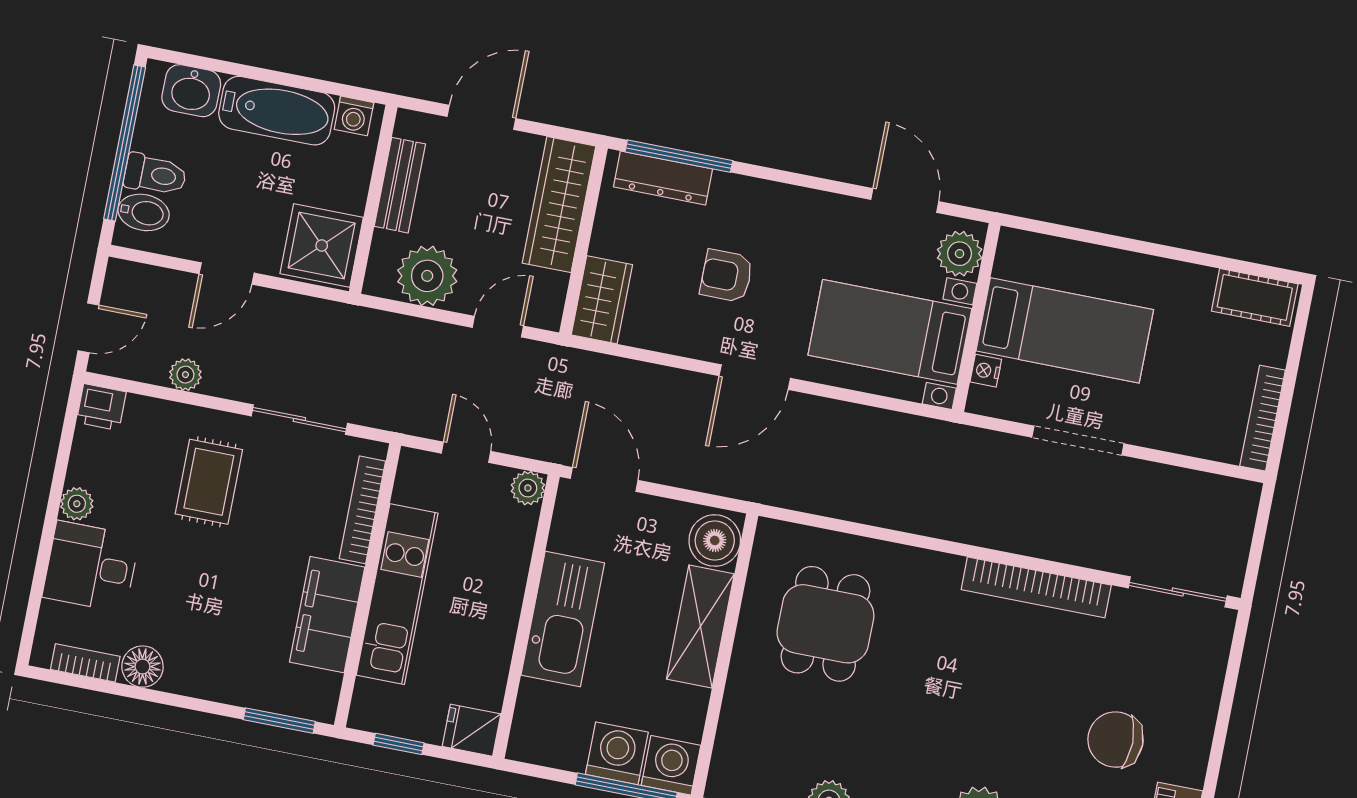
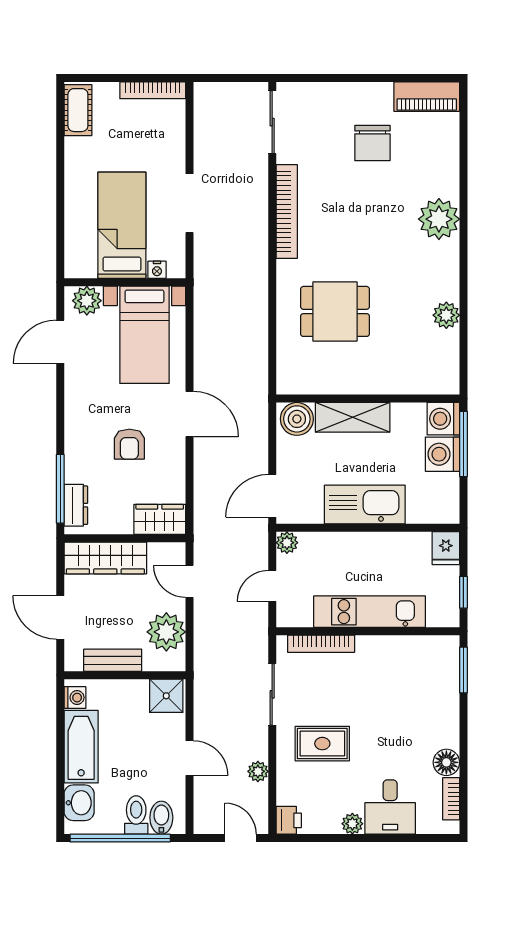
dresser: (663, 178) -> (76, 505), width x0.70
shower: (322, 245) -> (166, 696), width x0.73, depth x0.73
filing cabinet: (327, 615) -> (391, 653), removed
dining table: (825, 624) -> (335, 311), moved

